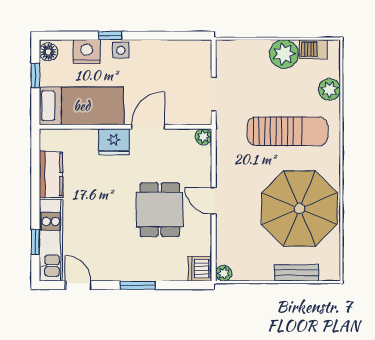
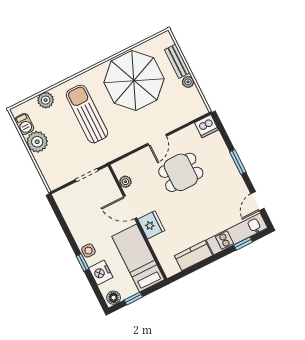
plant: (204, 137) -> (125, 182), moved
plant: (224, 273) -> (188, 82), moved

